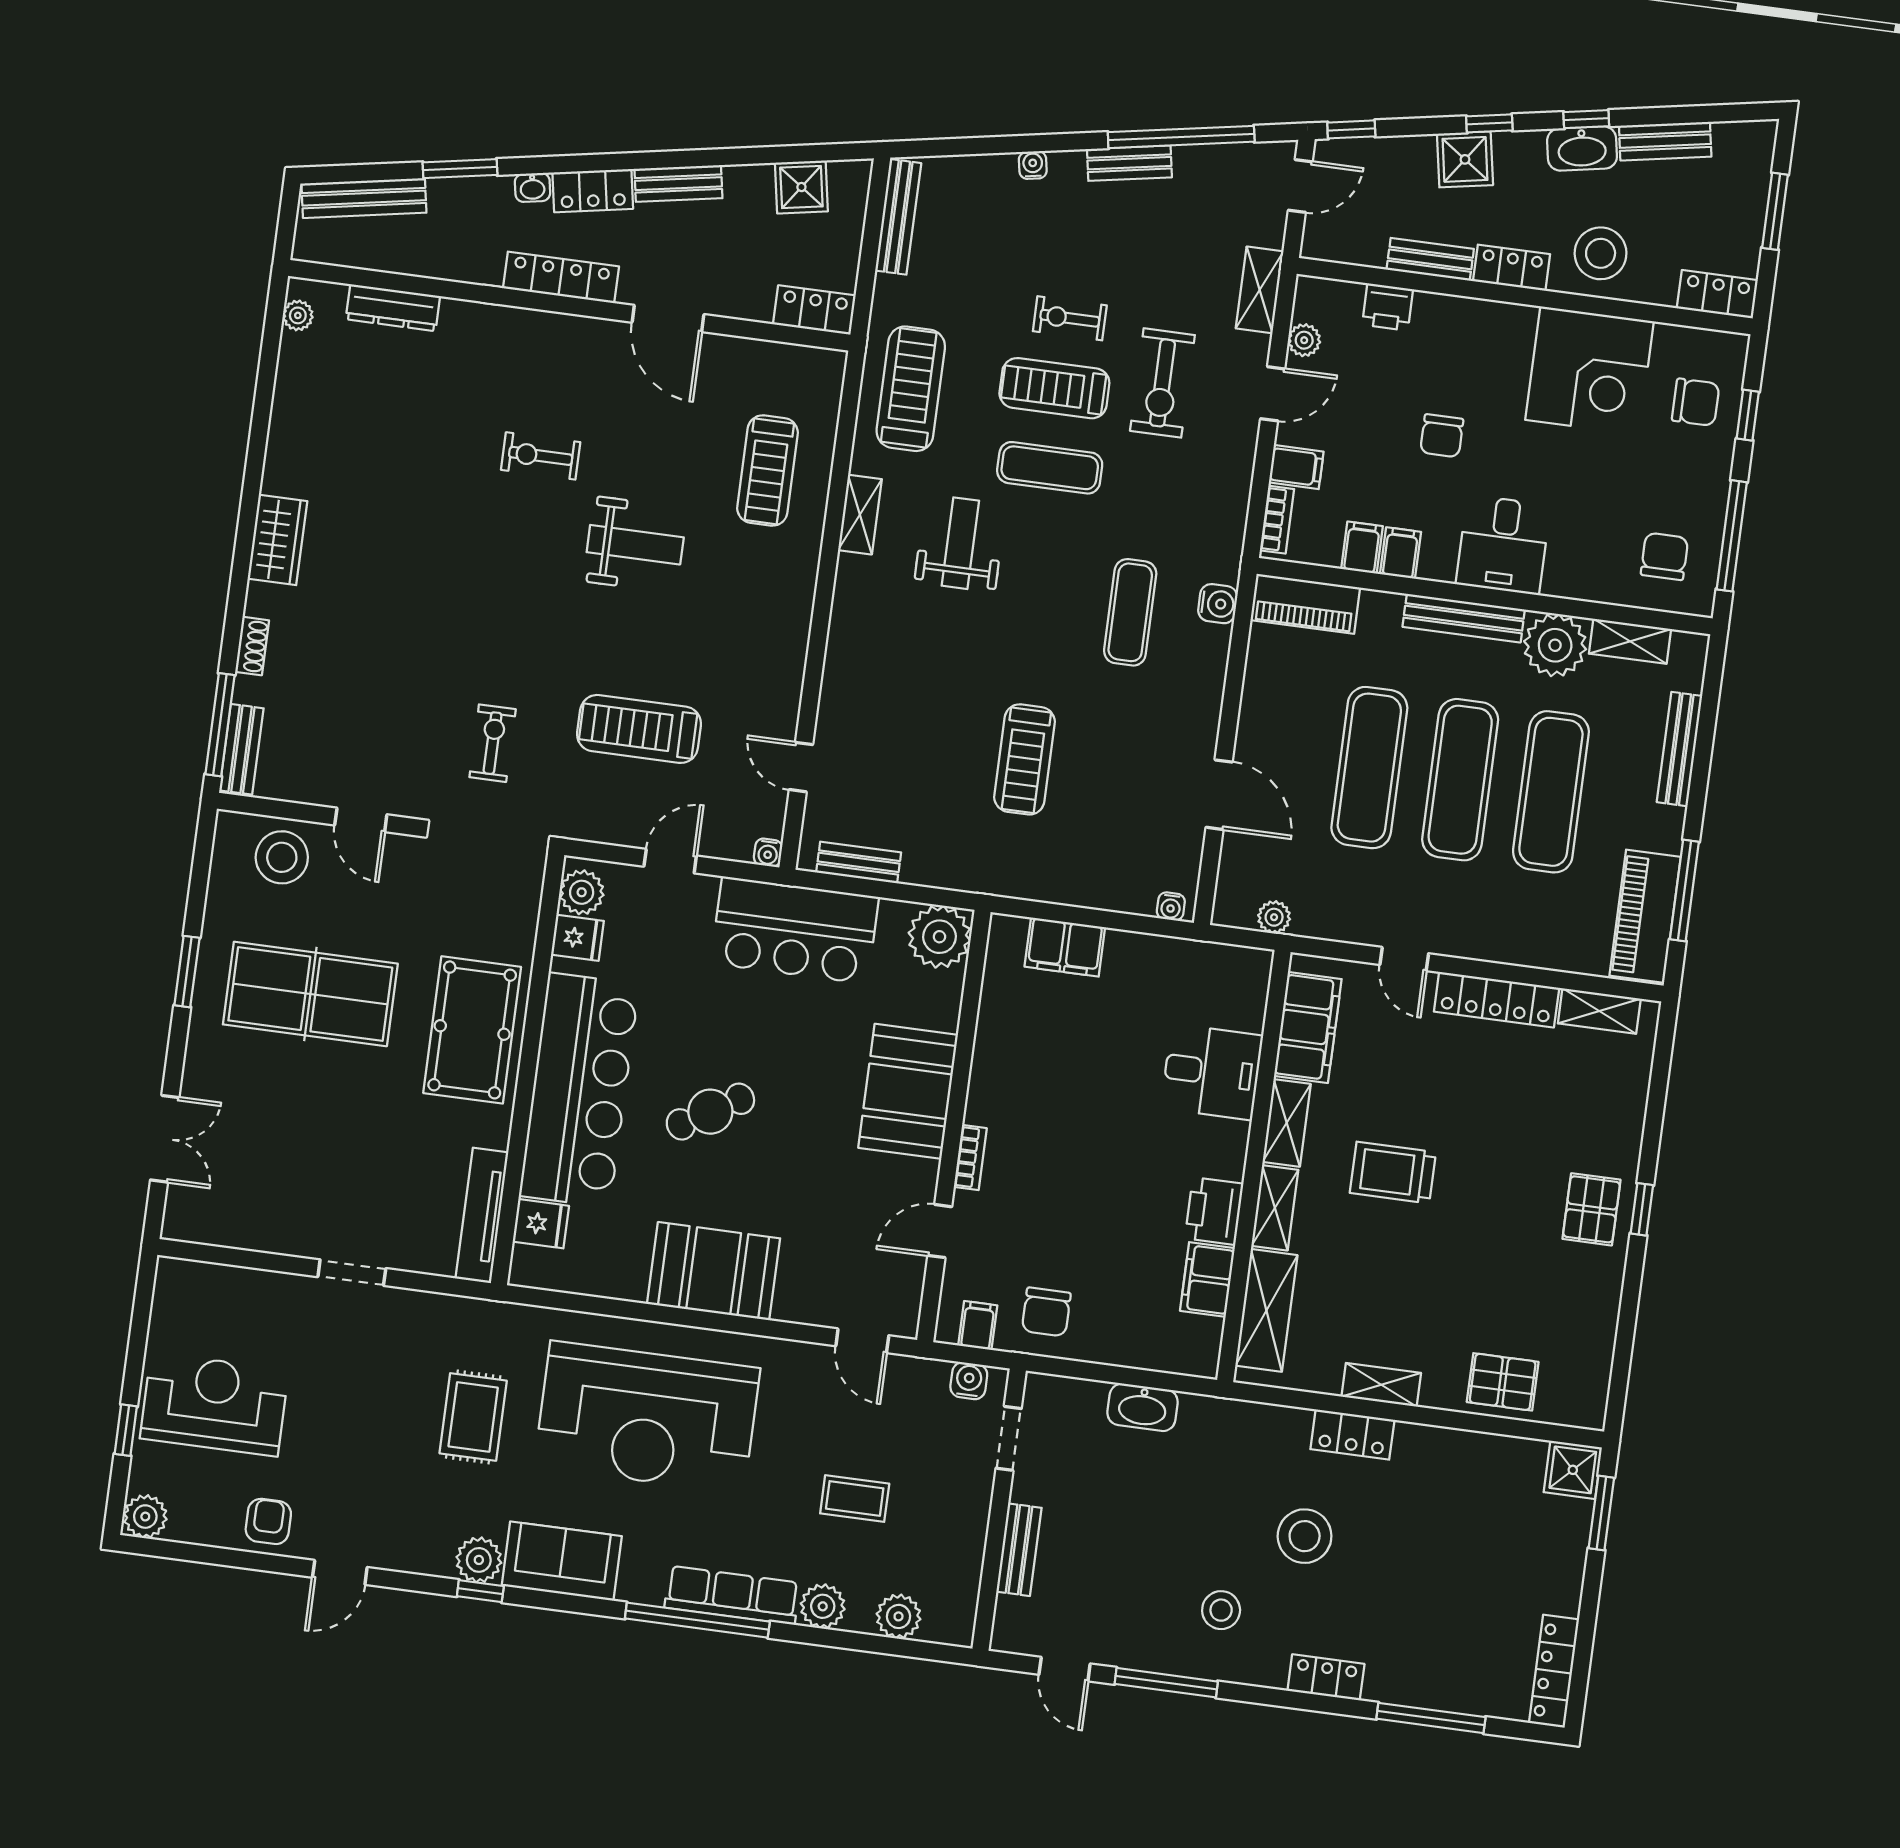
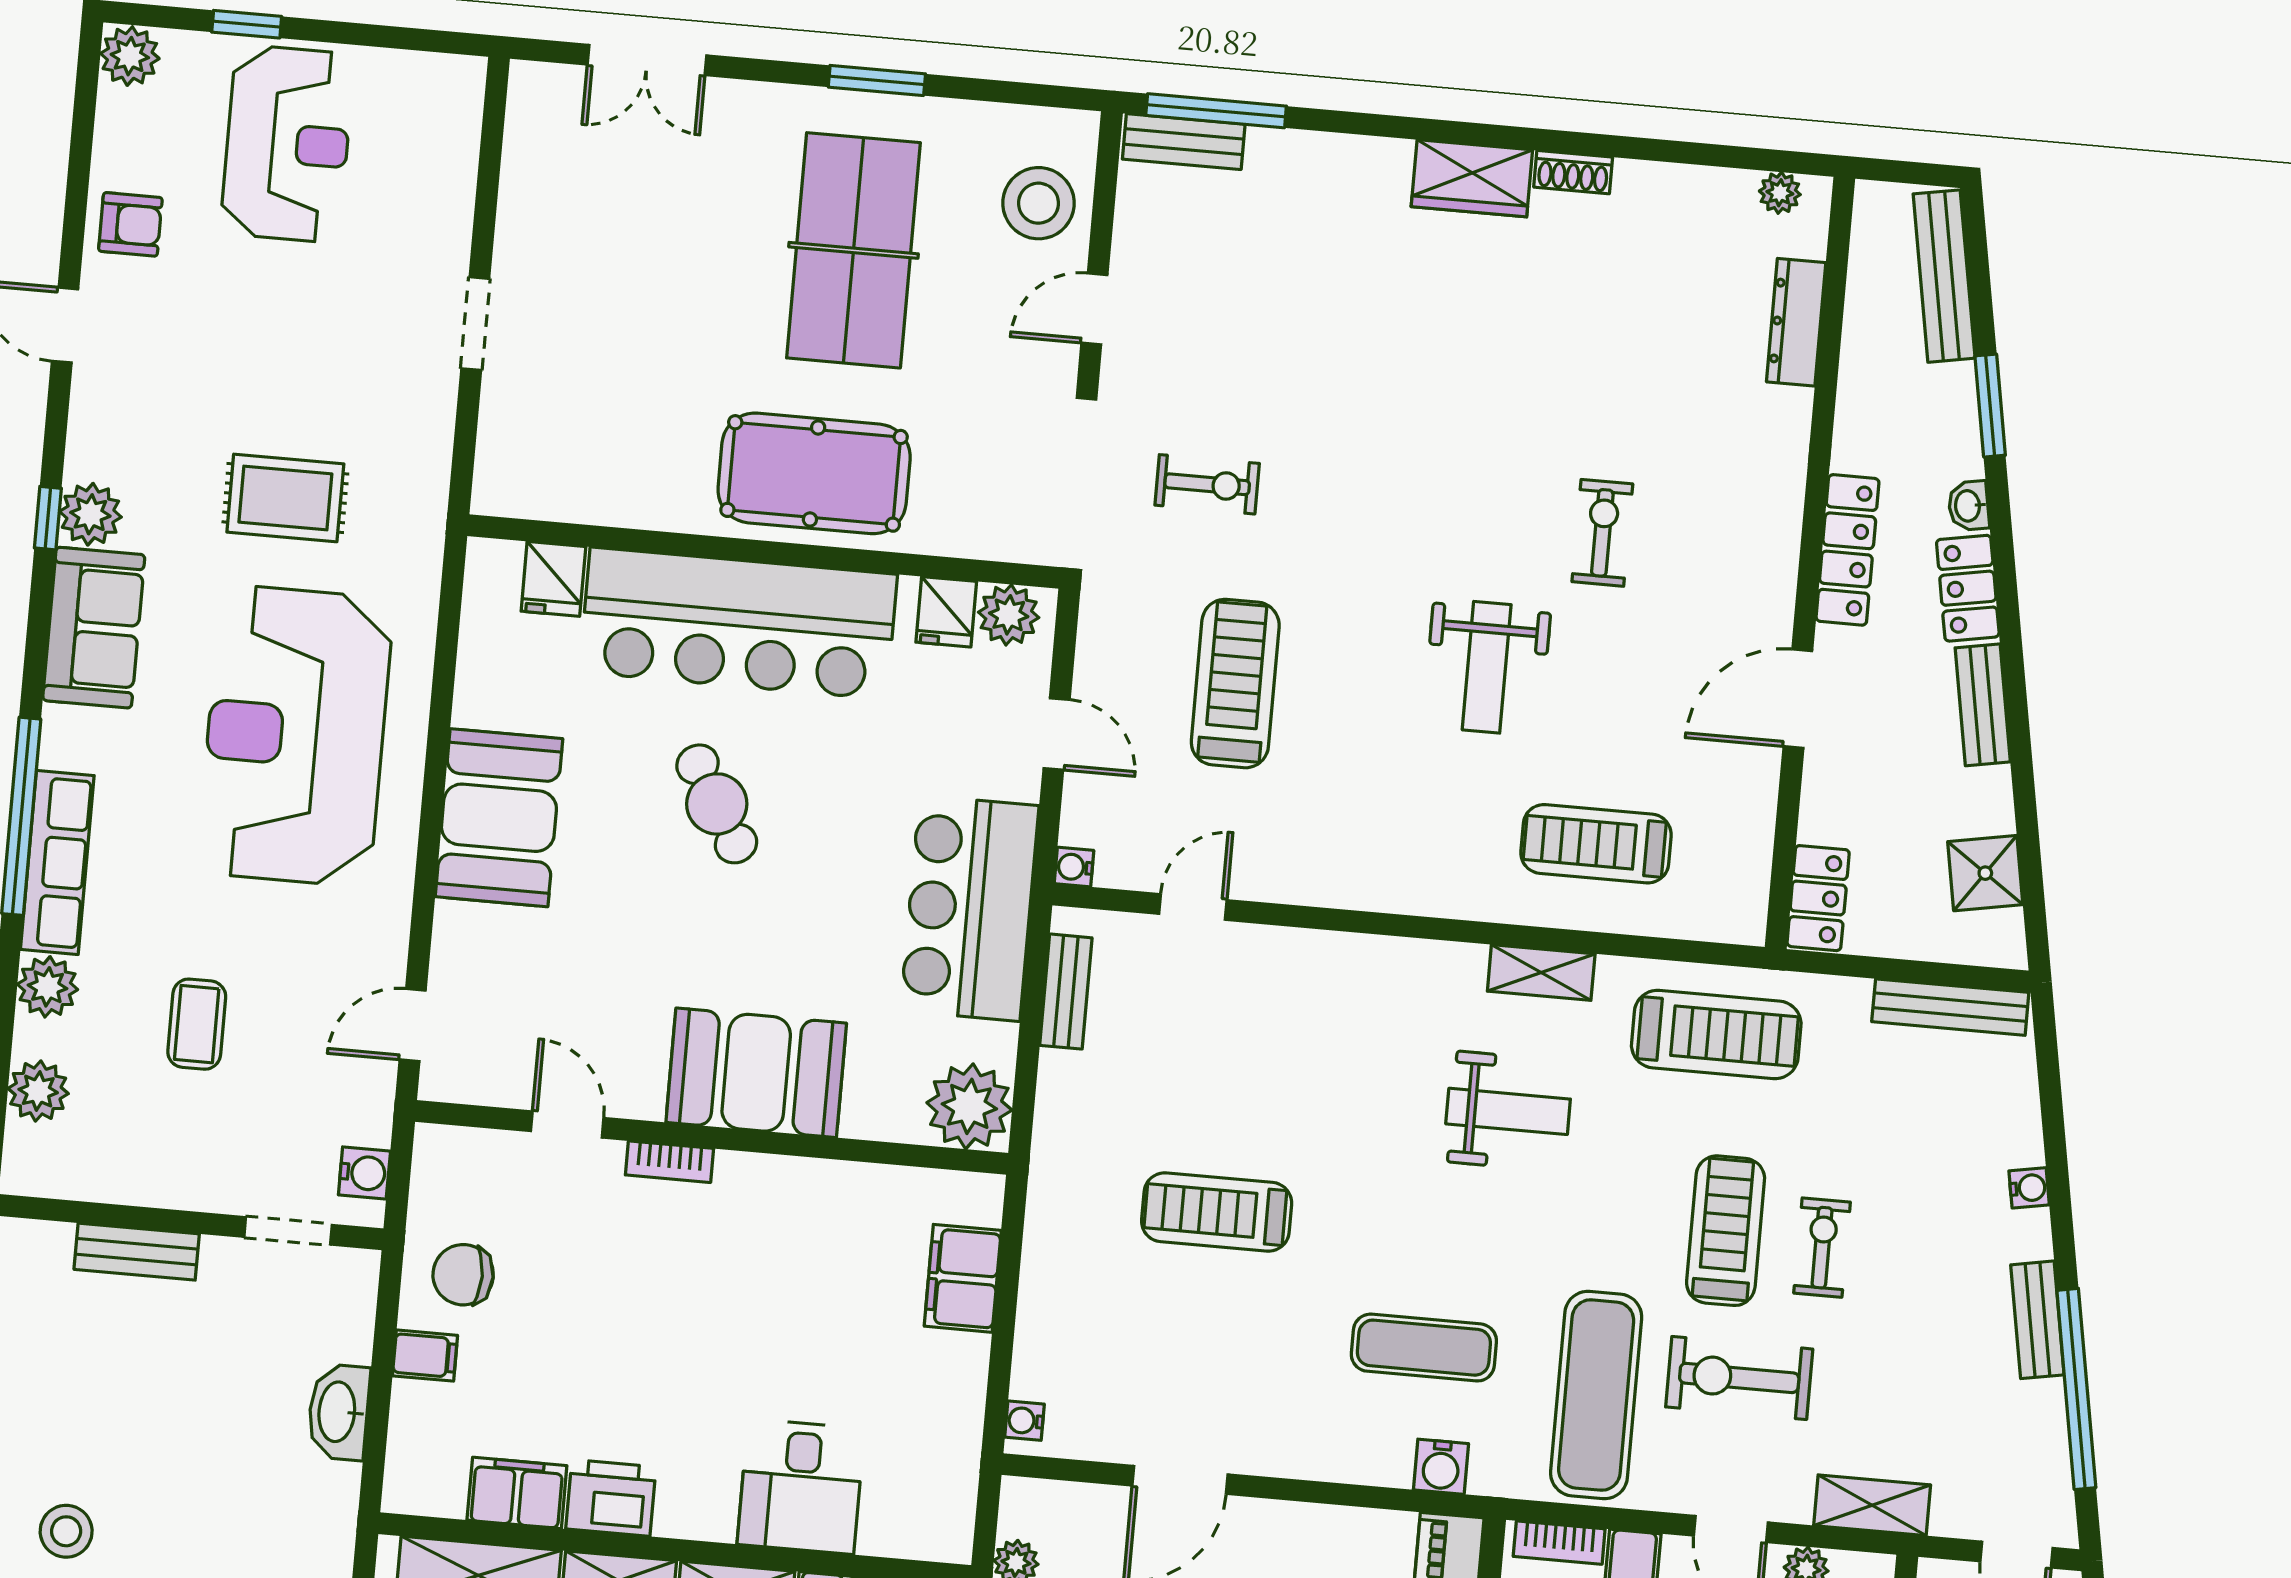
exercise mat: (1050, 468) -> (1596, 1395), moved, width x1.36, depth x1.45
shoe rack: (252, 646) -> (1573, 172), moved
tv unit: (482, 1215) -> (561, 498), removed
filing cabinet: (978, 1325) -> (425, 1356), moved

